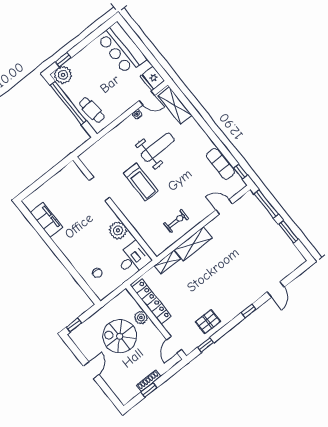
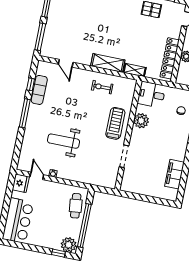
shelving: (175, 106) -> (26, 153), removed
window: (211, 134) -> (25, 113), added
window: (241, 171) -> (31, 84), moved
treadmill: (141, 182) -> (115, 123), moved

